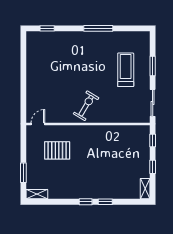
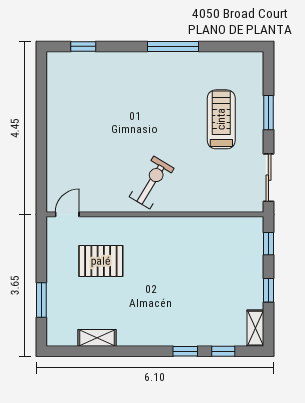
shelving: (37, 194) -> (97, 338), moved
window: (86, 202) -> (223, 351), moved

